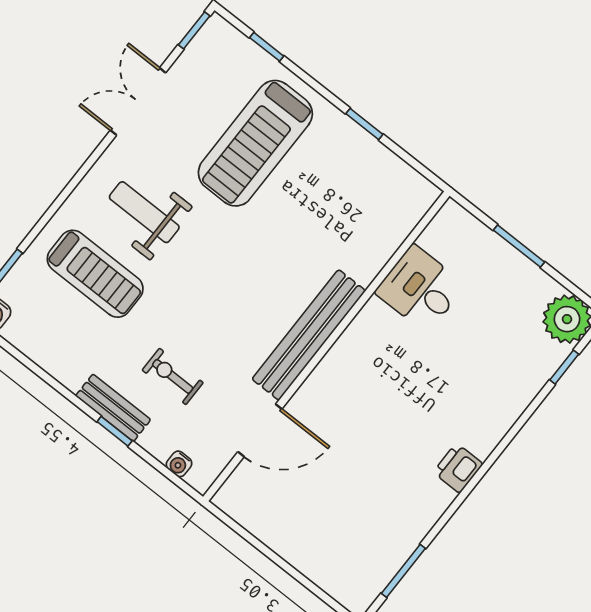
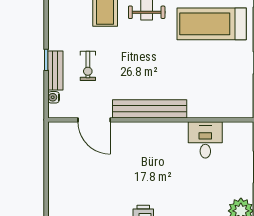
exercise bike: (173, 376) -> (88, 66), turned 180
bench: (113, 408) -> (55, 70), moved

